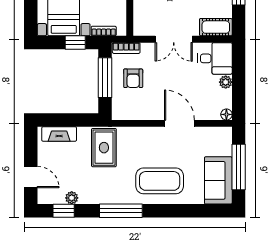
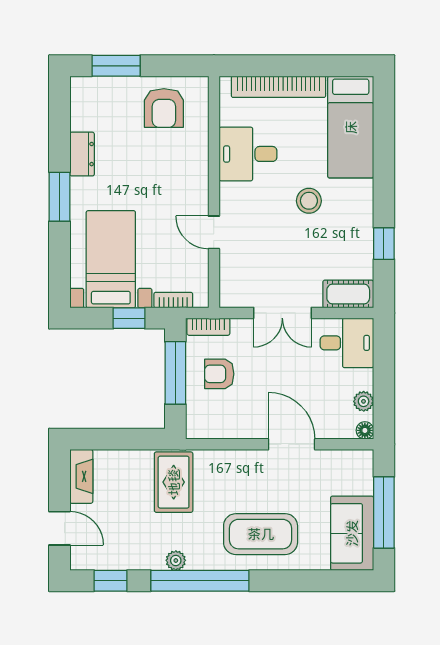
armchair: (133, 78) -> (219, 374), turned 90
plant: (226, 82) -> (364, 401), moved
fireplace: (59, 134) -> (81, 476), moved, turned -90
plant: (72, 198) -> (176, 560), moved
window: (121, 211) -> (200, 581), width x1.46

